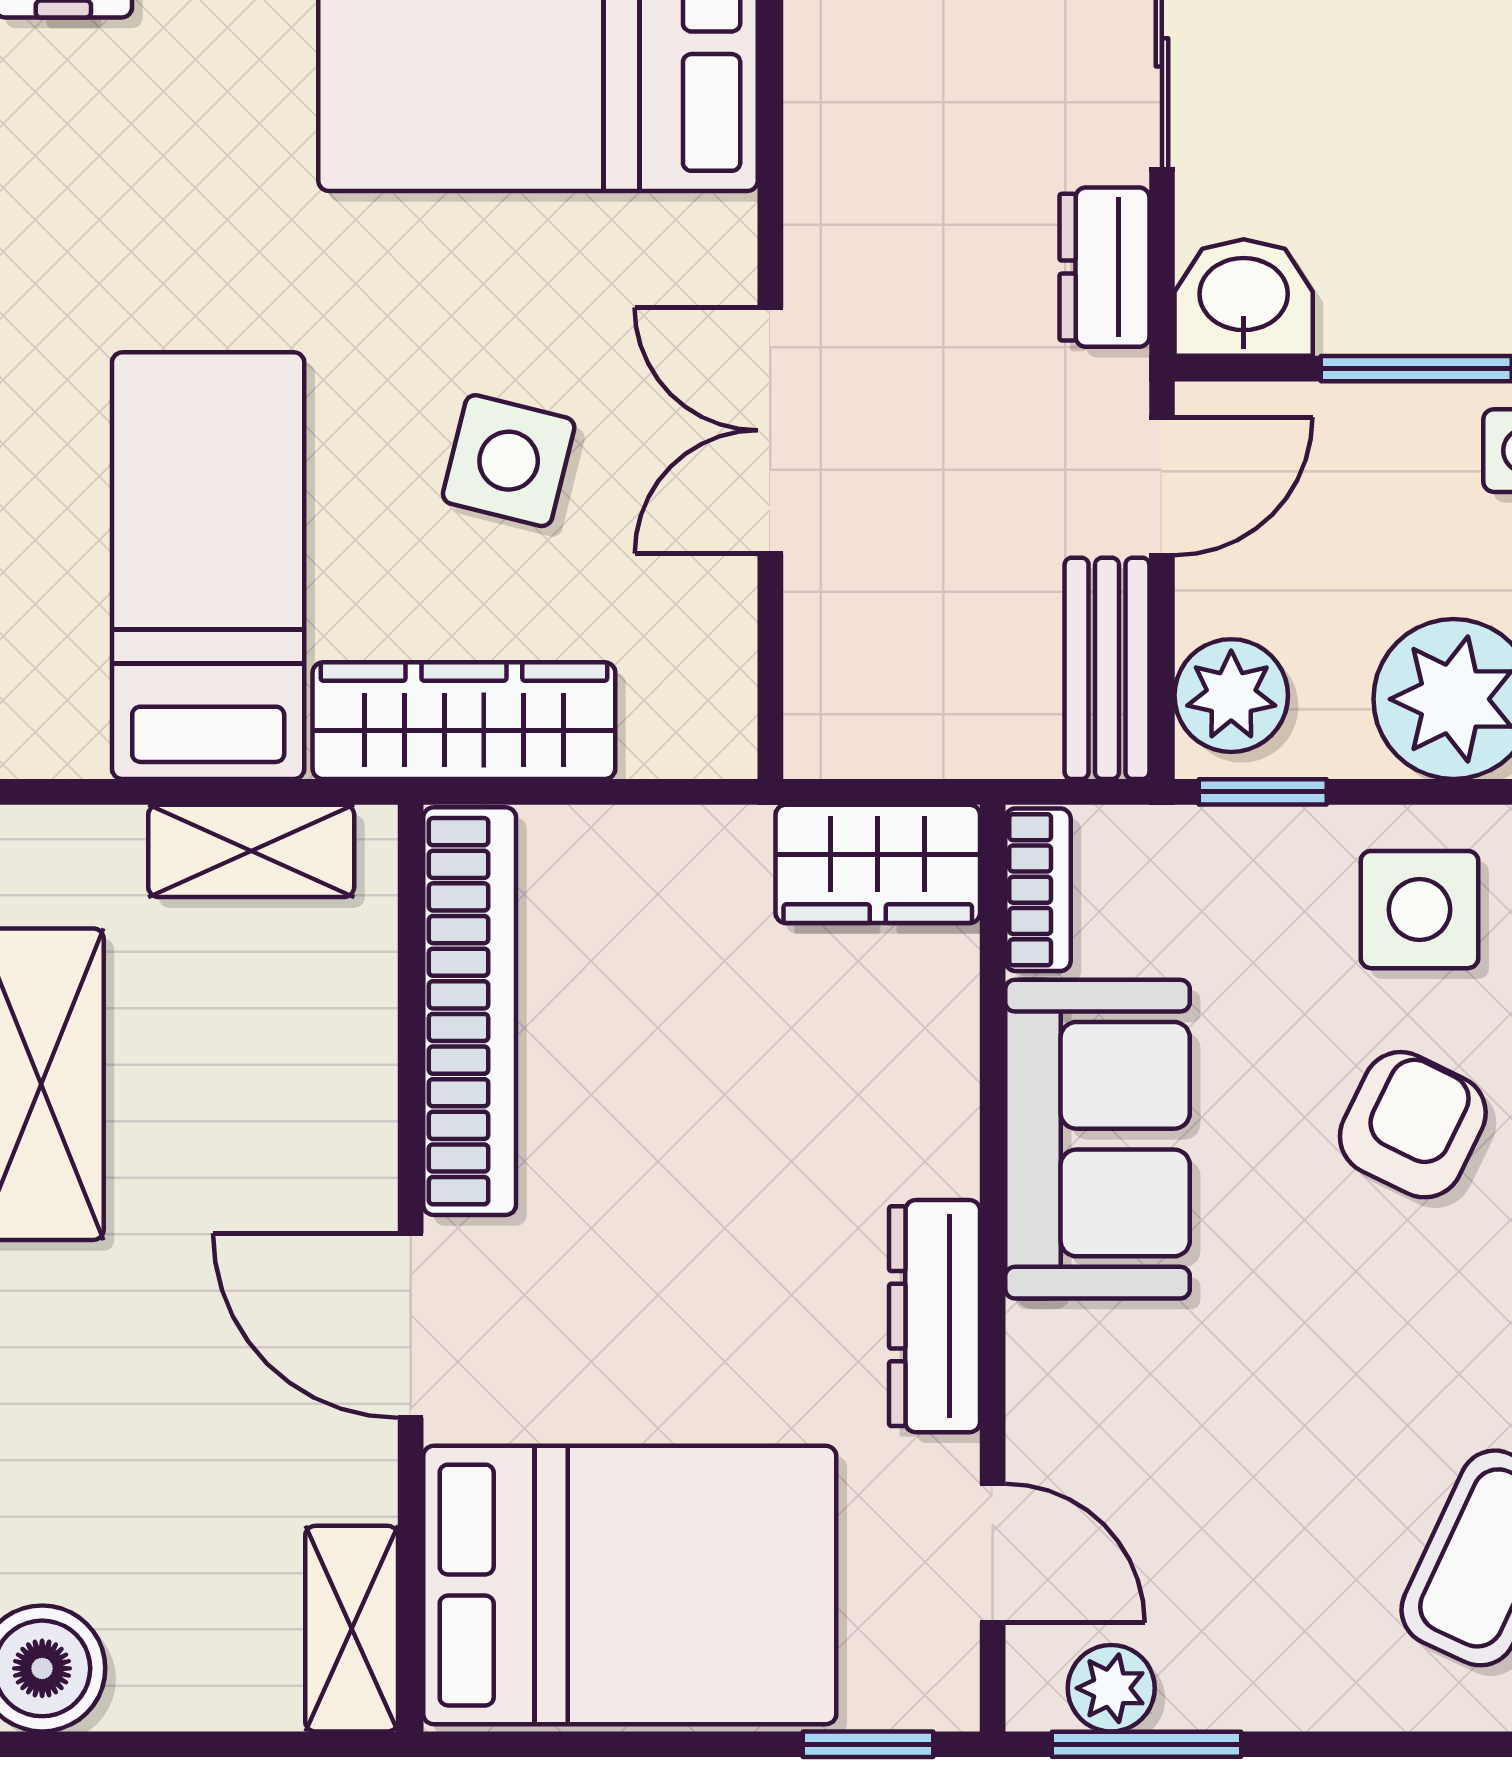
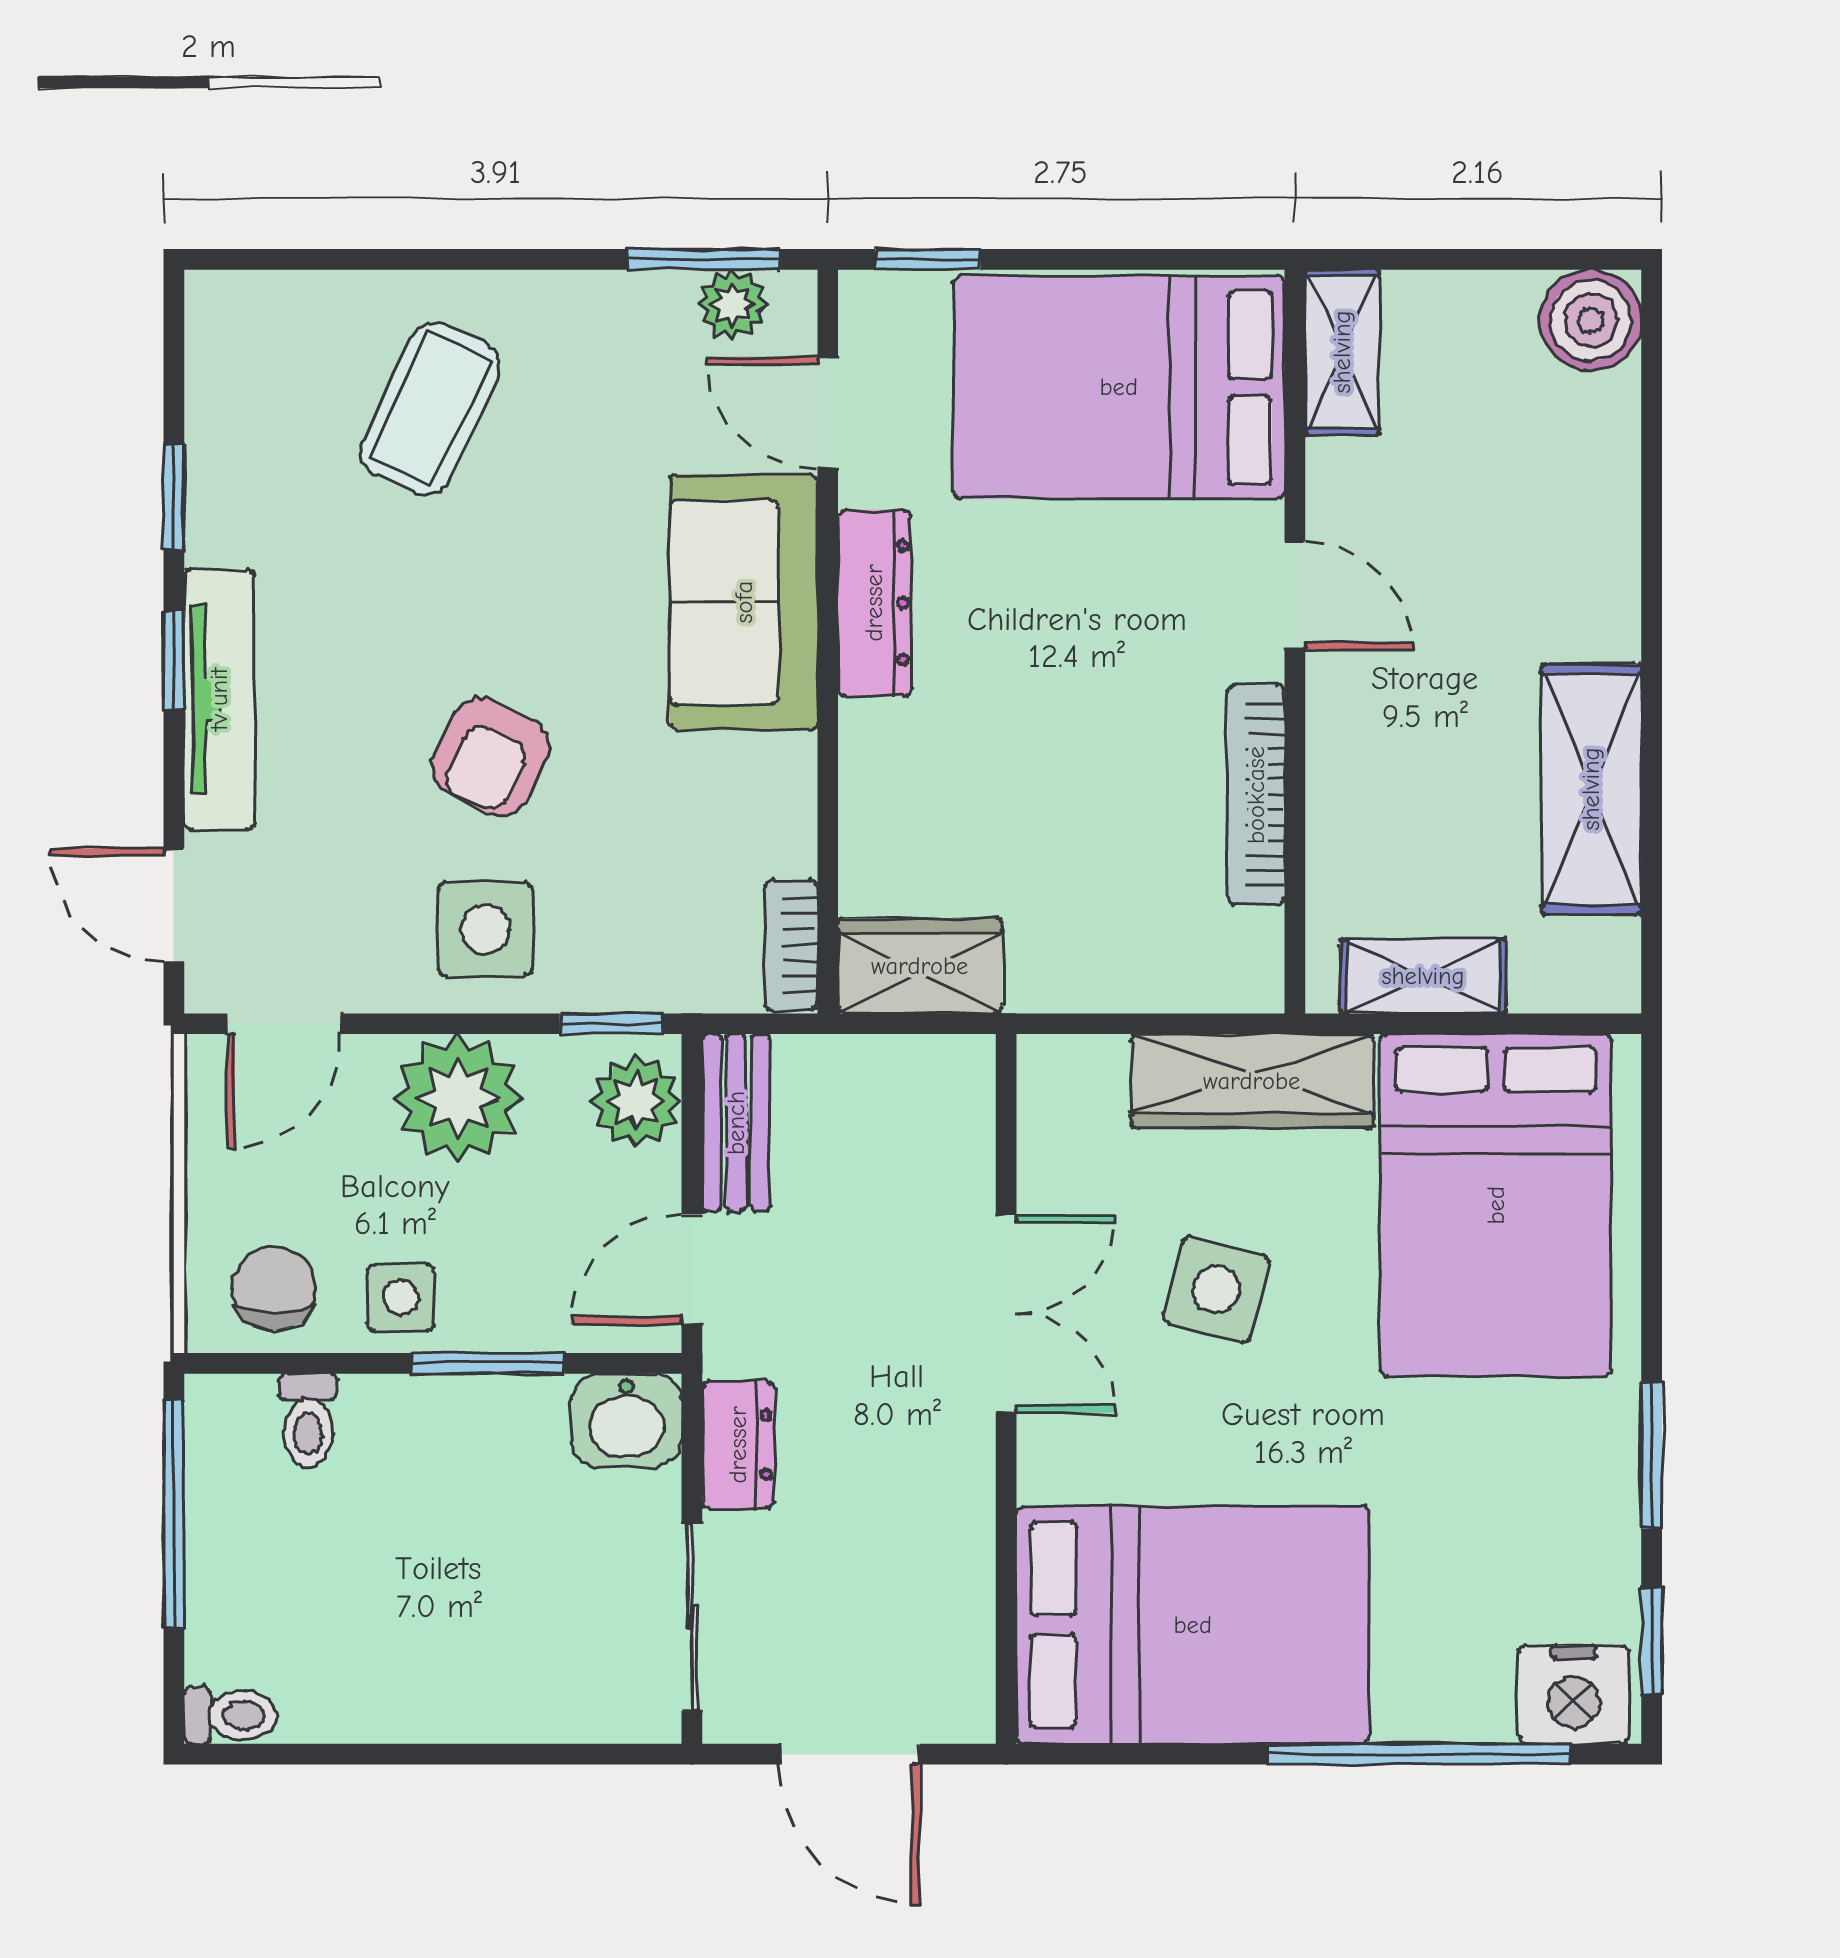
bed: (208, 566) -> (1496, 1205), width x1.50
bookcase: (470, 1011) -> (1256, 795), width x0.68, depth x0.76
sofa: (1098, 1139) -> (744, 602), moved
door: (411, 1325) -> (1295, 595), width x0.73

